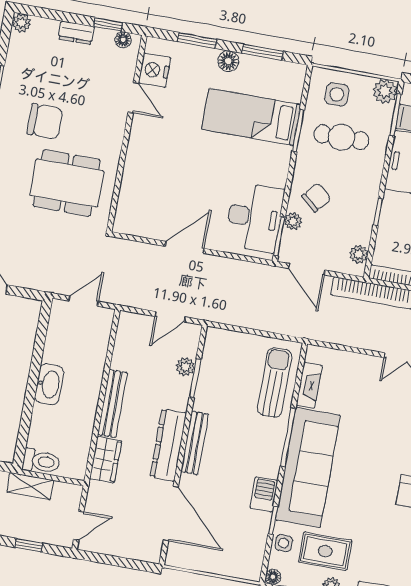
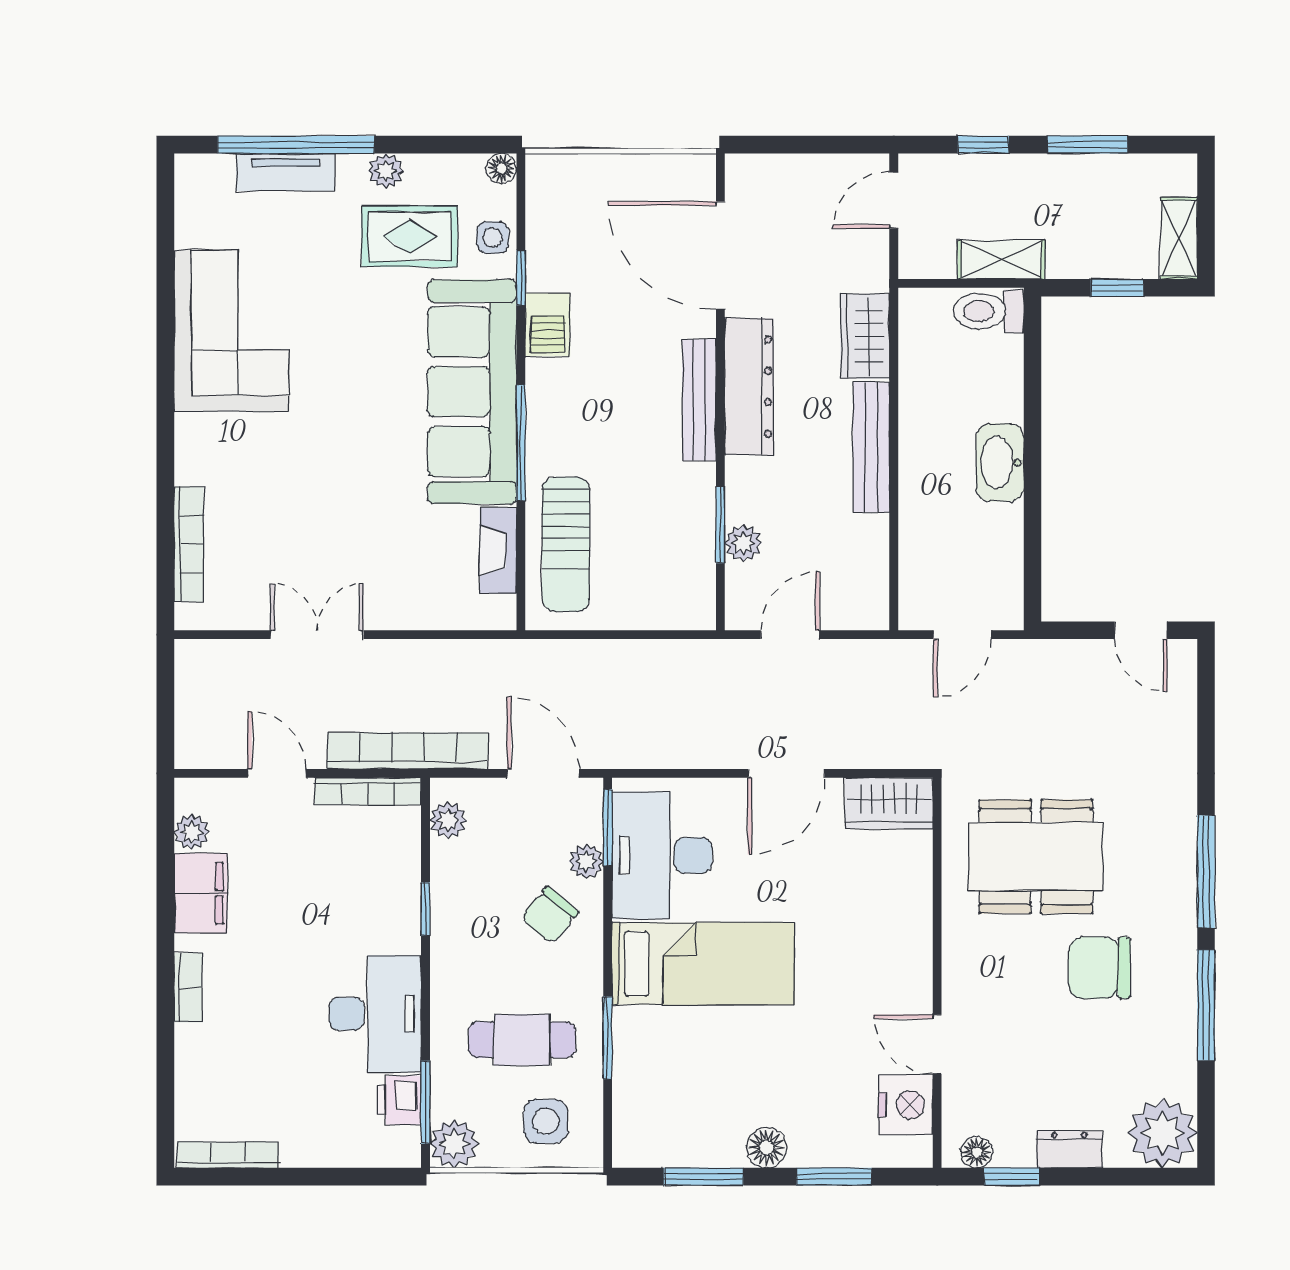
plant: (21, 23) -> (1163, 1133), width x1.88, depth x1.88
bed: (251, 117) -> (703, 964), moved
wardrobe: (136, 223) -> (889, 803), added

